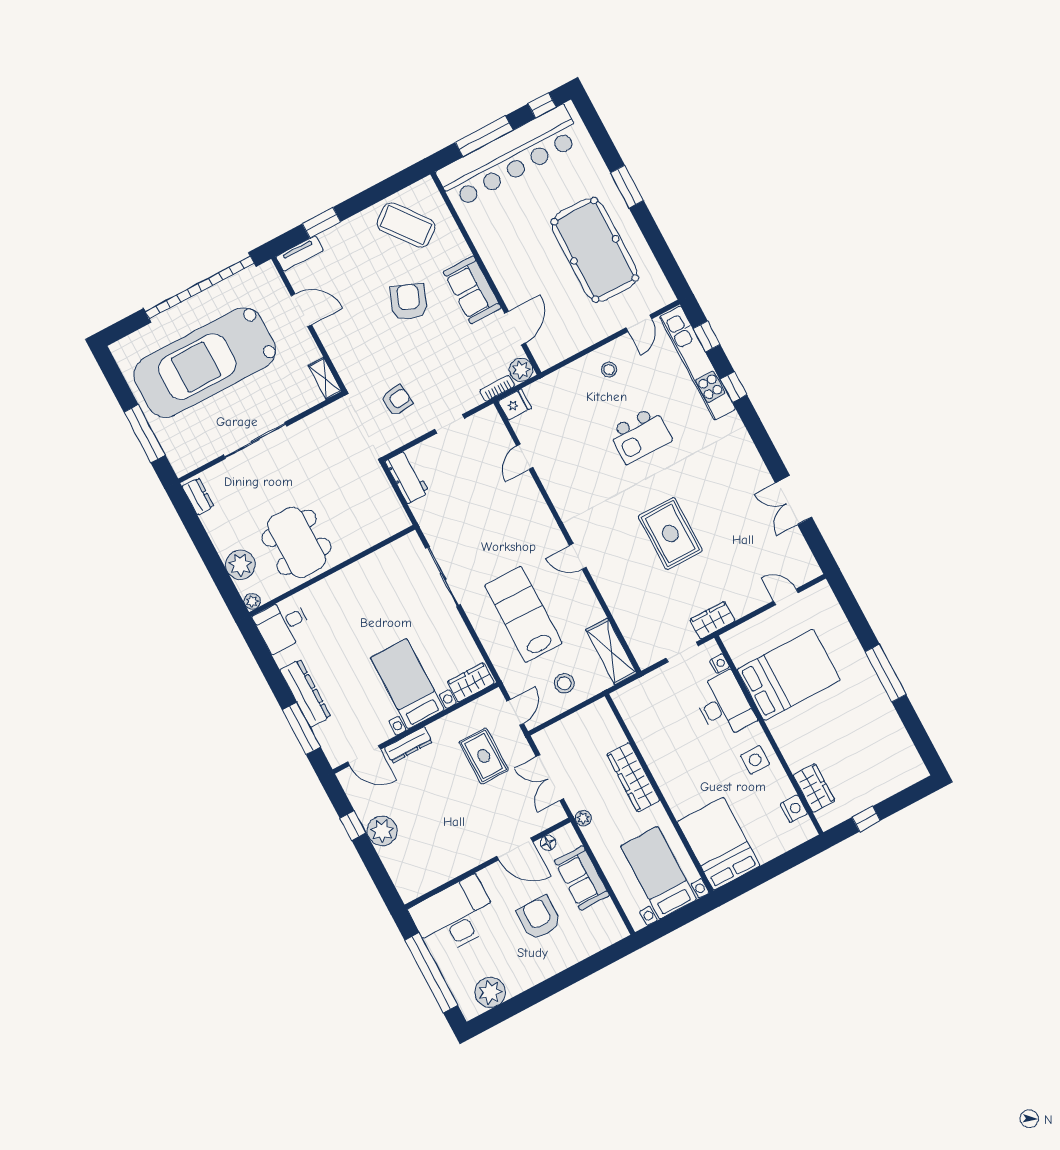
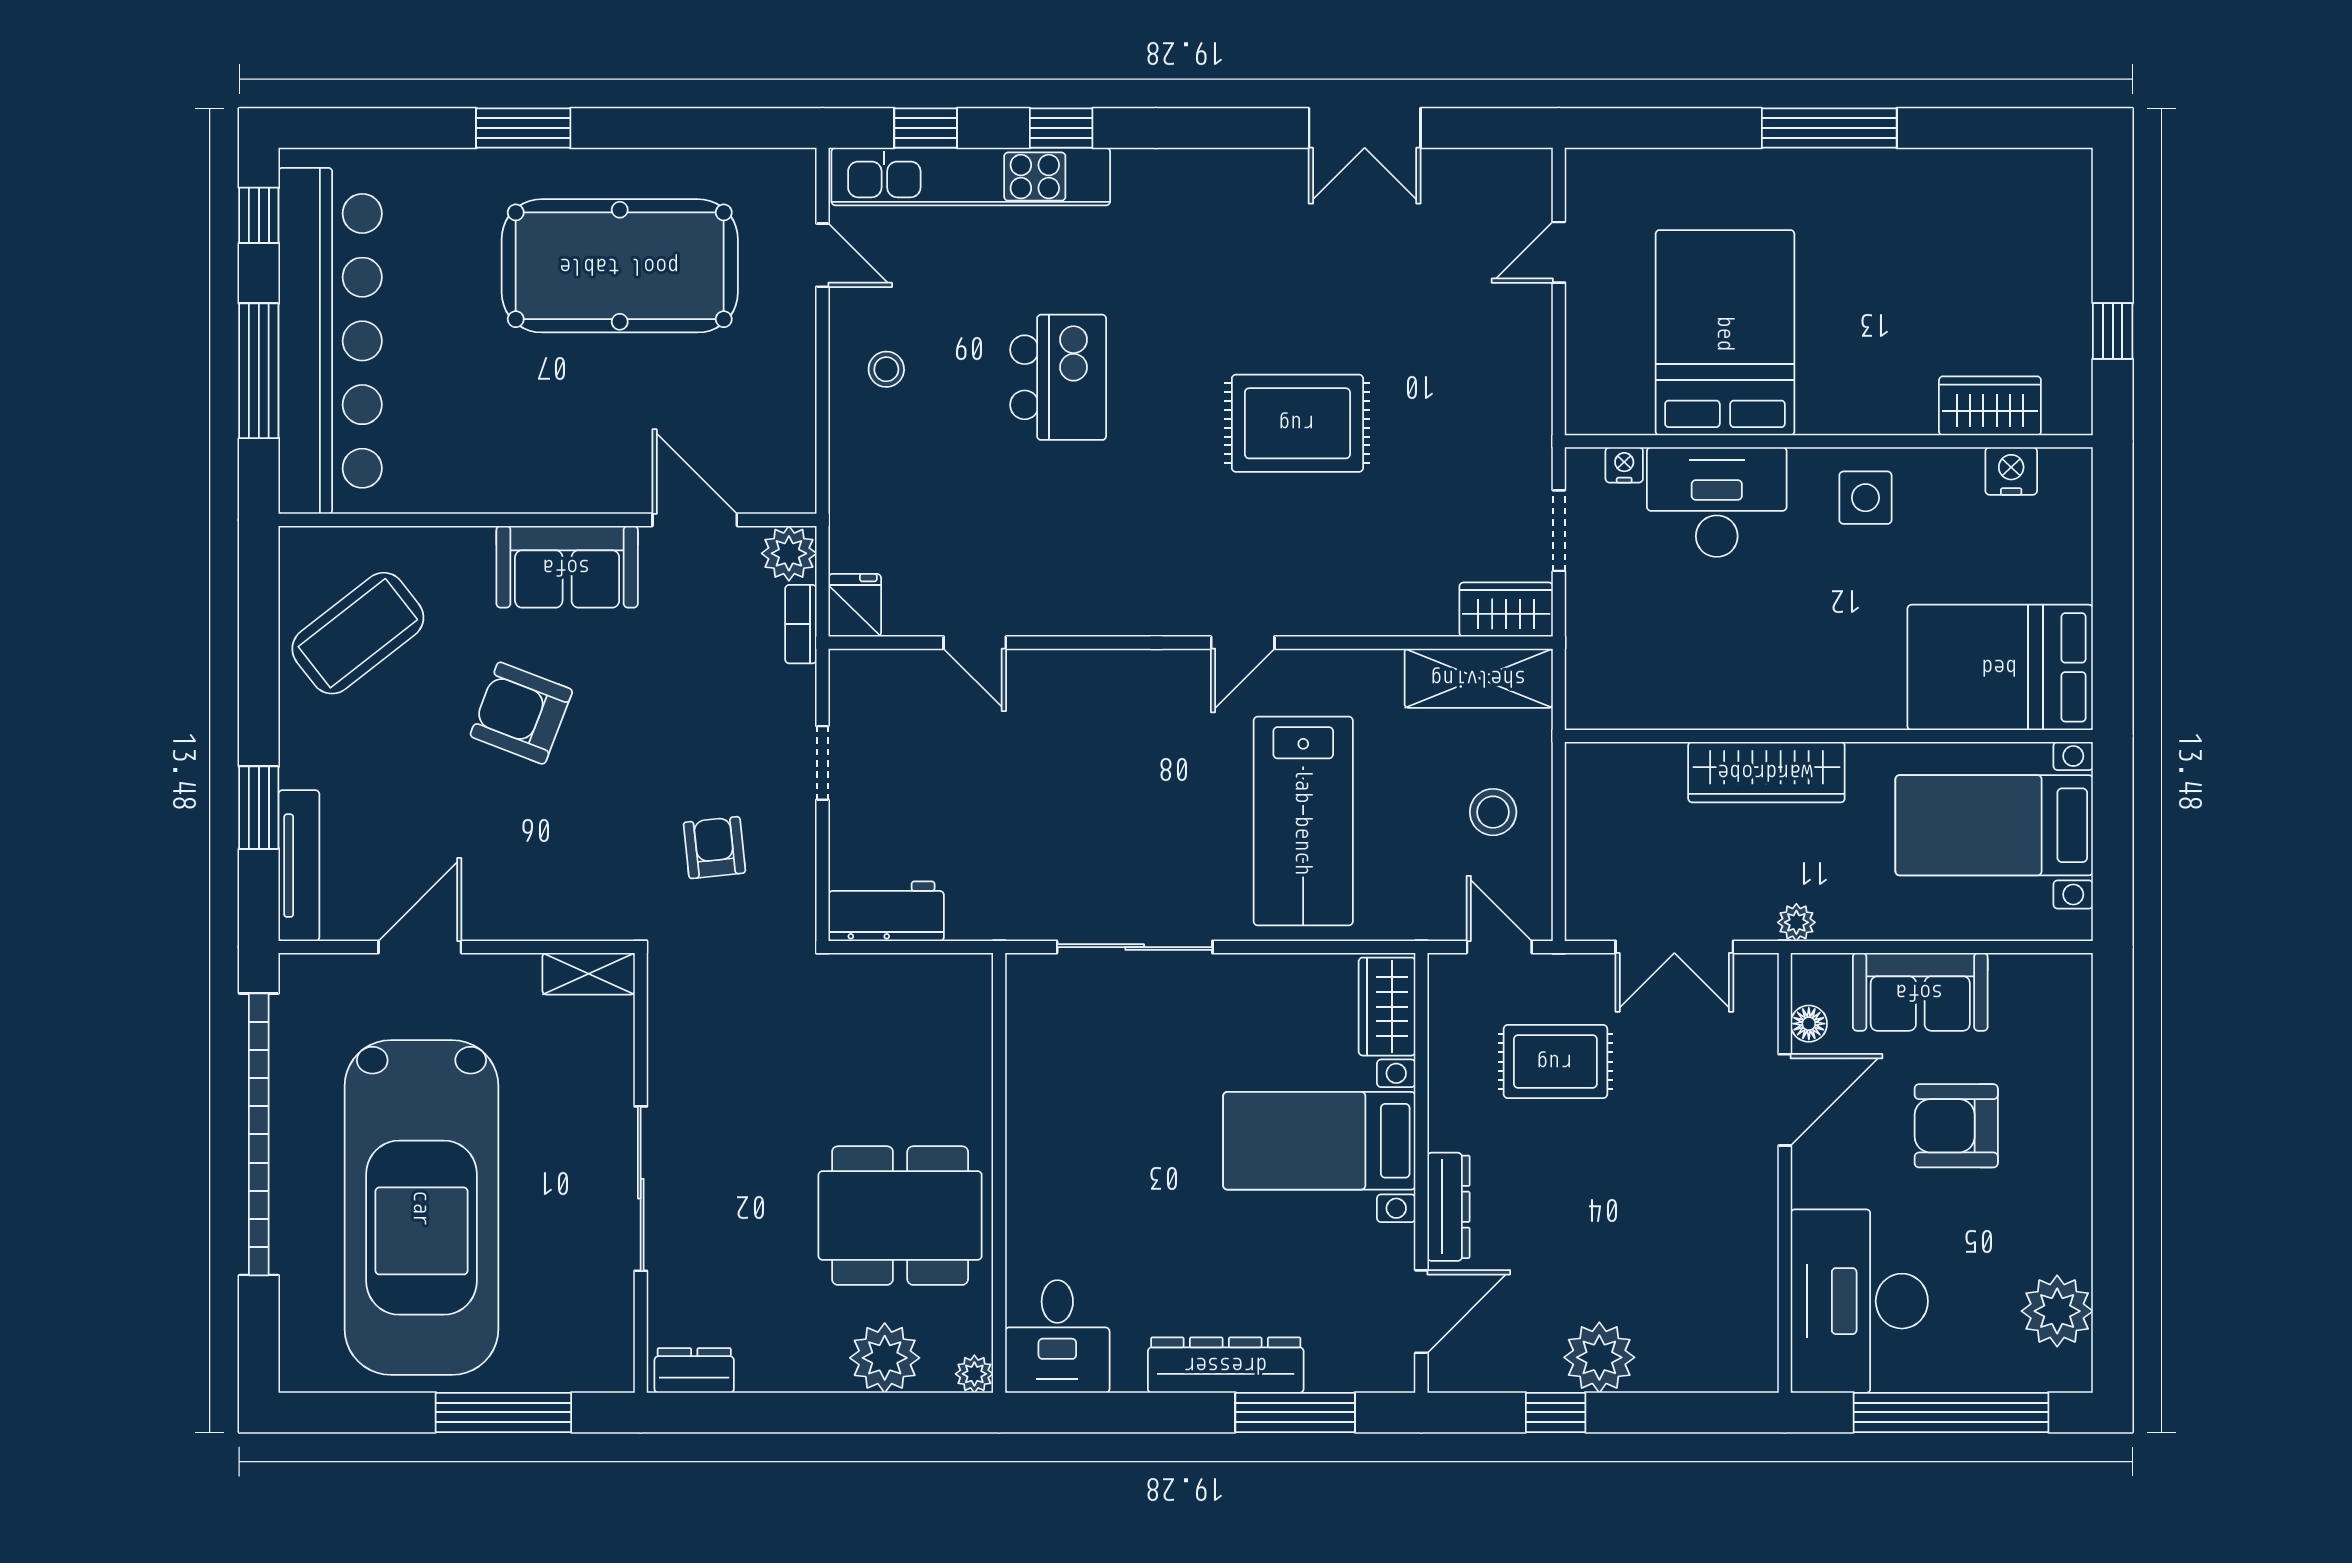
tv unit: (300, 253) -> (299, 866), width x1.41
lab bench: (523, 614) -> (1303, 821), turned -90
wardrobe: (712, 620) -> (1506, 610), moved, turned 90

